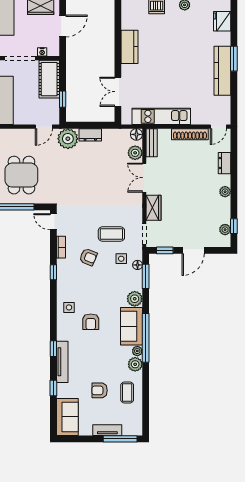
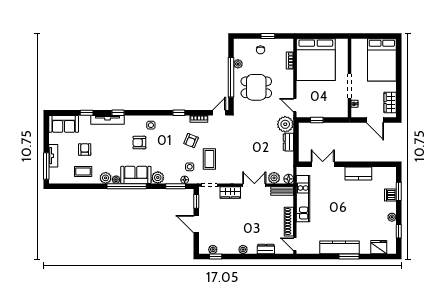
cot: (49, 79) -> (333, 109), removed

